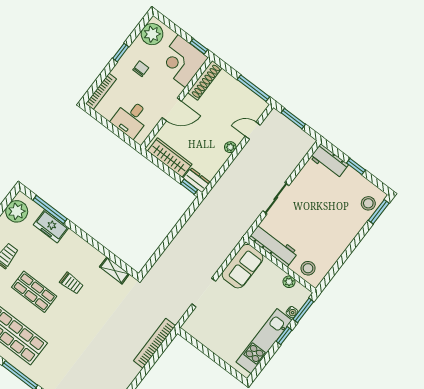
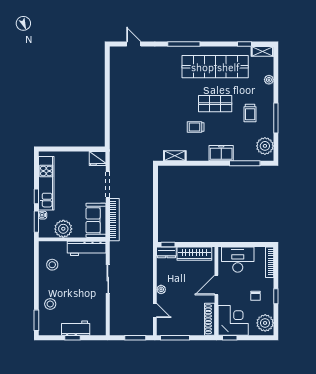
desk: (131, 118) -> (238, 260), width x1.37
door: (253, 131) -> (155, 311), hinge flipped
workbench: (329, 161) -> (76, 328), moved
stool: (368, 203) -> (50, 304), moved
freezer: (51, 226) -> (221, 153), moved
stool: (308, 268) -> (52, 265), moved
plant: (289, 282) -> (63, 229), width x1.87, depth x1.87
fridge: (194, 327) -> (98, 159), added
bookcase: (154, 343) -> (114, 220), moved

